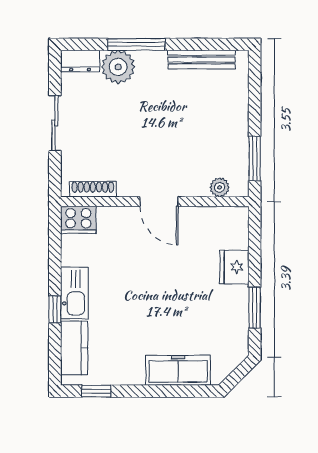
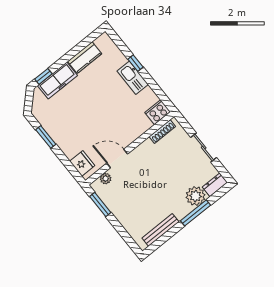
door: (159, 202) -> (117, 158), moved
fridge: (234, 267) -> (82, 163), moved
kitchen counter: (74, 348) -> (85, 58), moved, turned -90
window: (96, 391) -> (43, 76), moved

